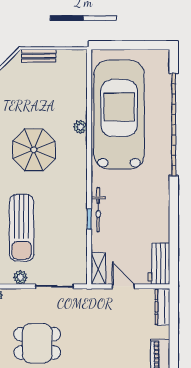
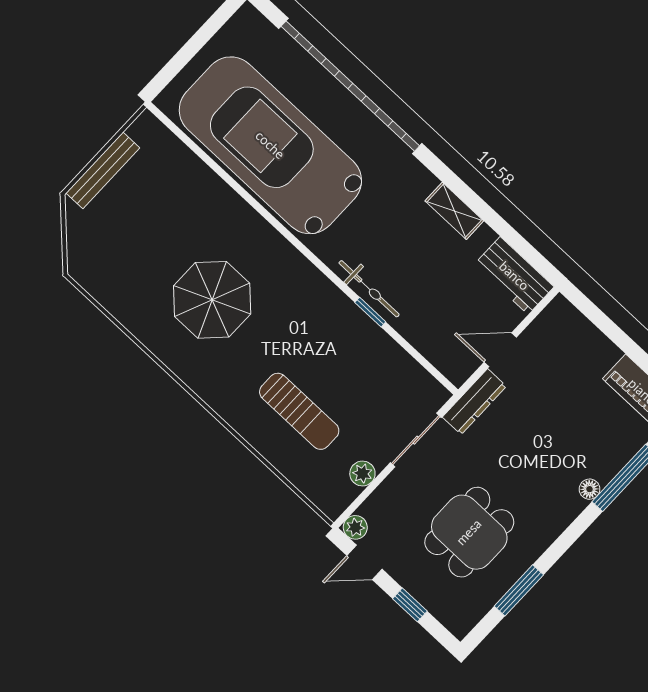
bench: (39, 56) -> (103, 170), width x1.36
plant: (80, 127) -> (239, 211), removed
sun lounger: (22, 228) -> (299, 411), width x0.73, depth x0.75
shelving: (98, 269) -> (454, 211), moved
dresser: (162, 307) -> (474, 402), moved, turned -90

